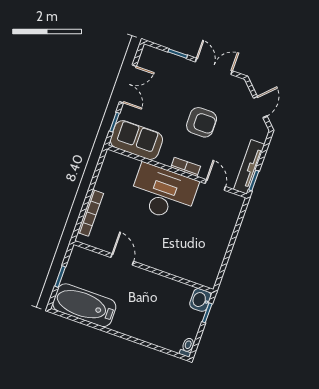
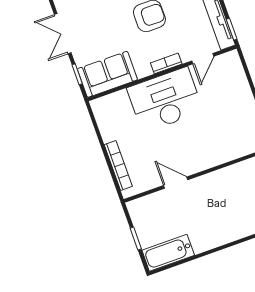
double door: (128, 84) -> (63, 34), swing flipped
door: (215, 185) -> (203, 59), swing flipped
bathtub: (84, 305) -> (168, 253), width x0.73, depth x0.73

